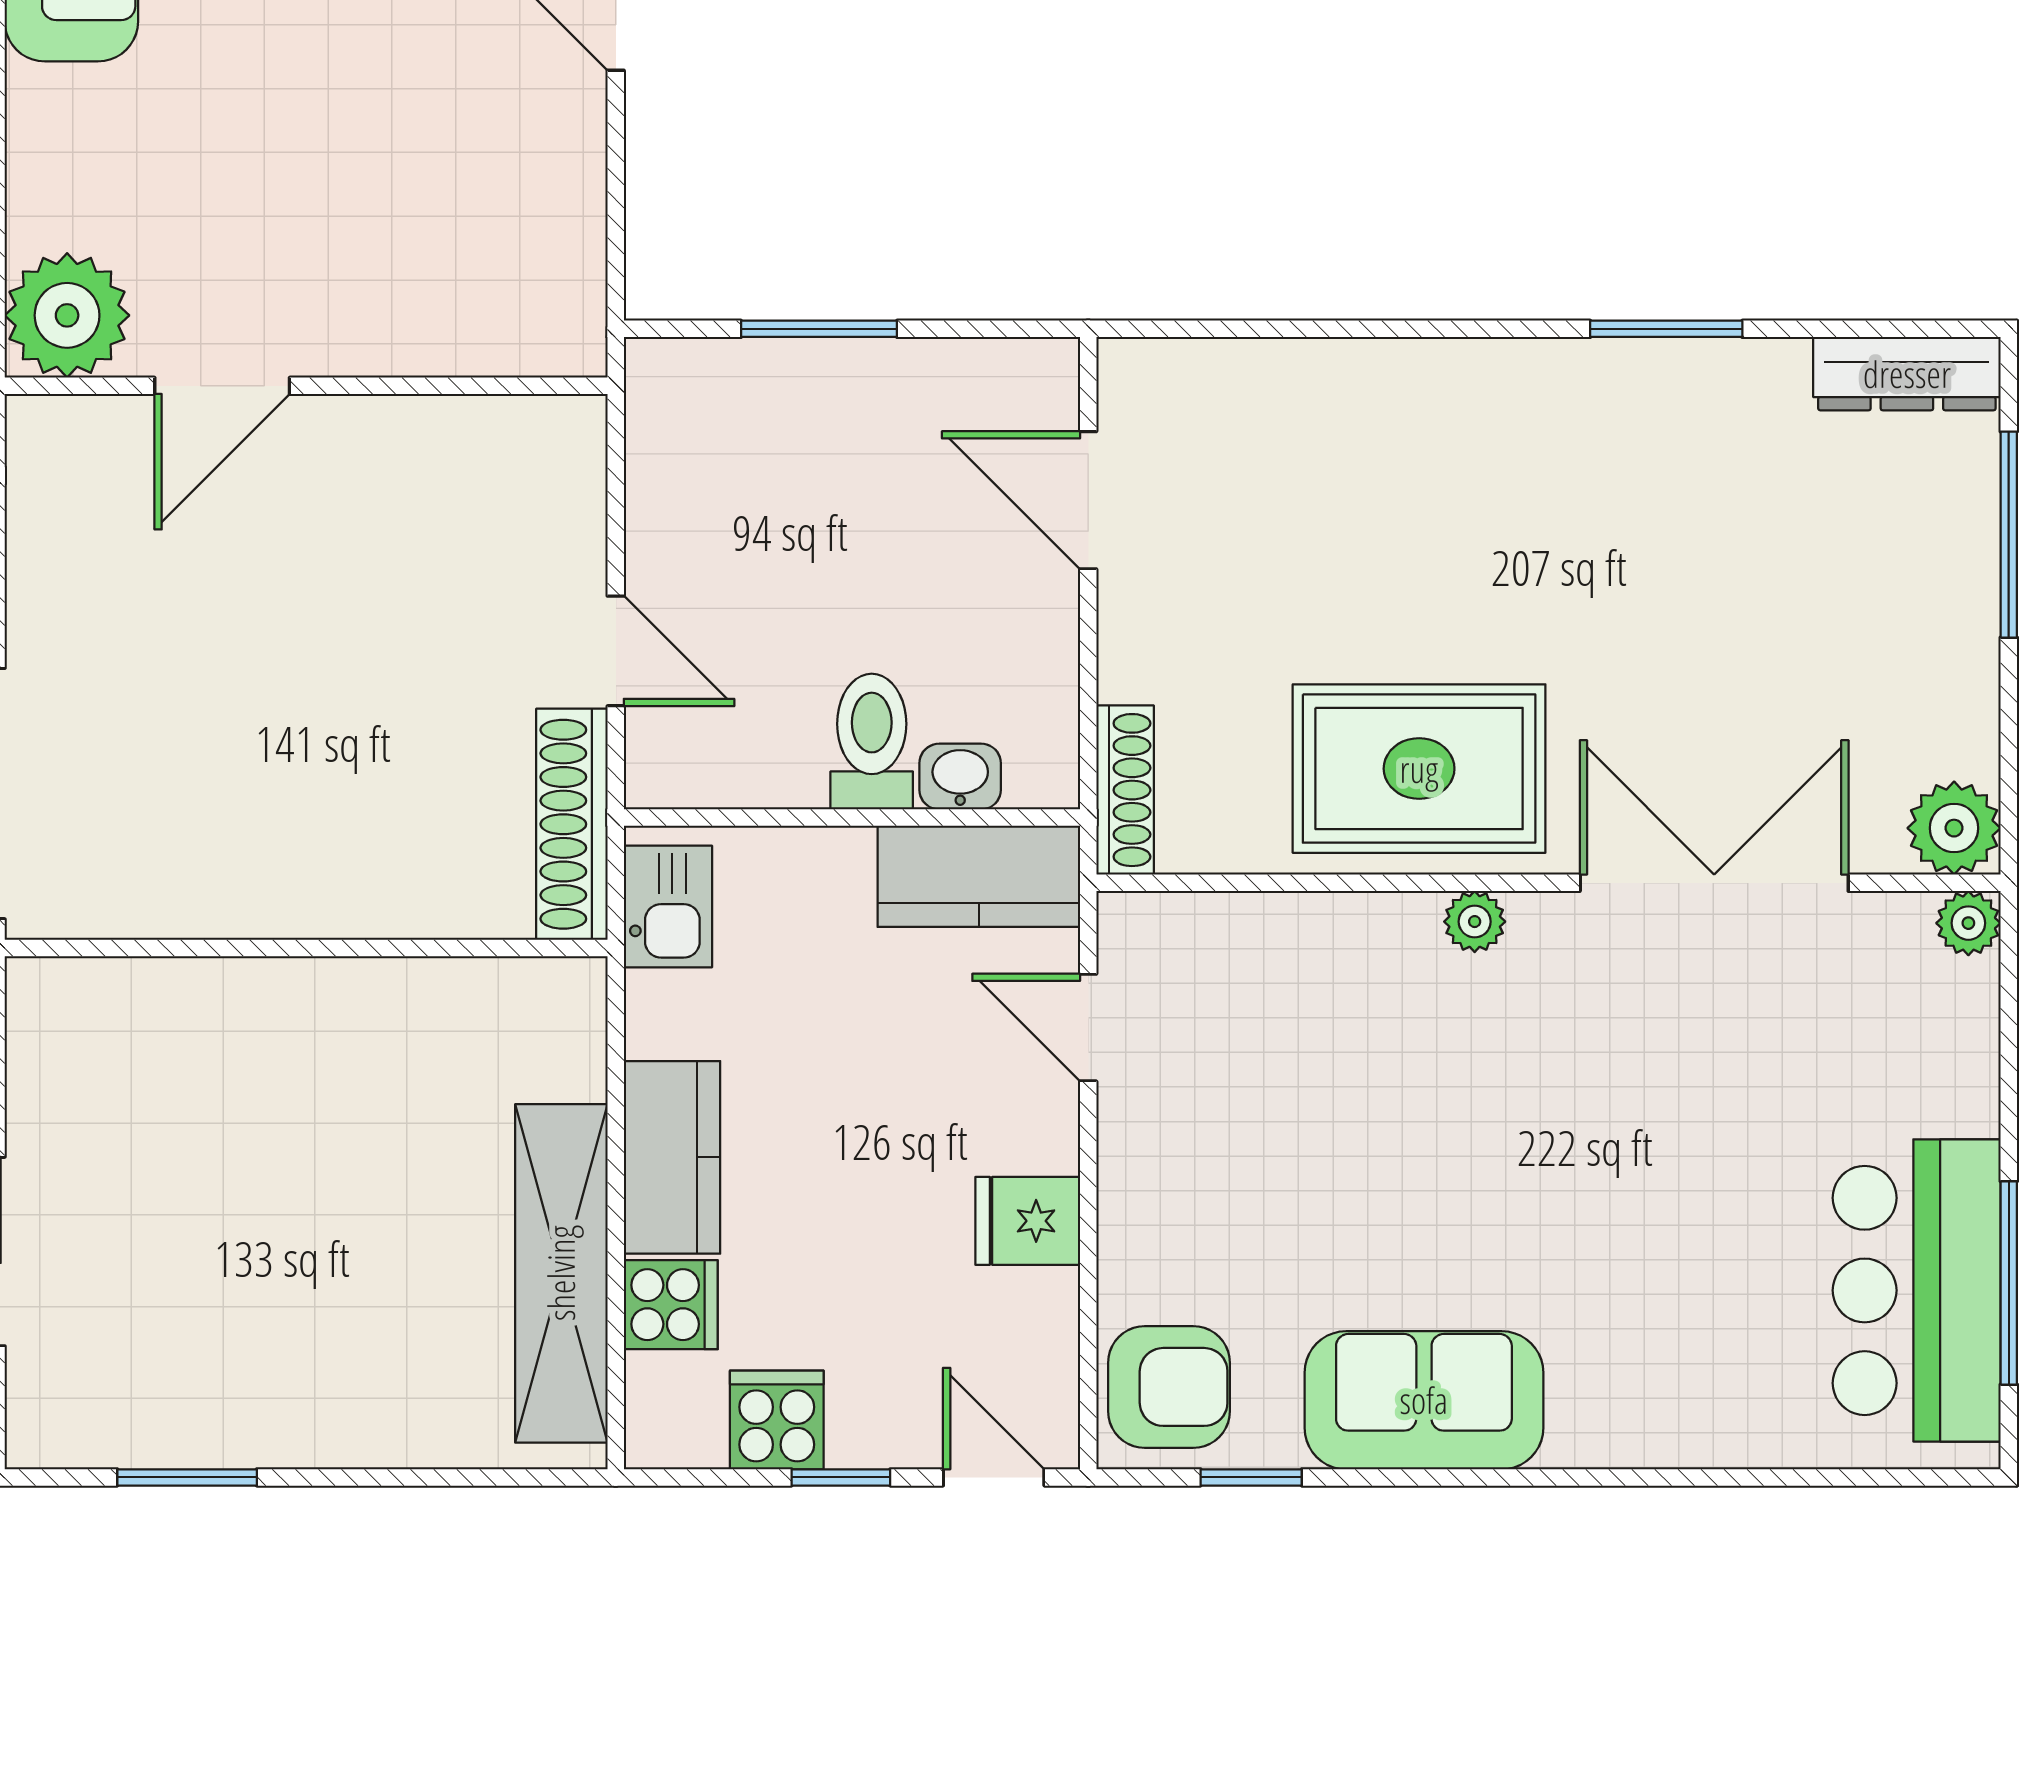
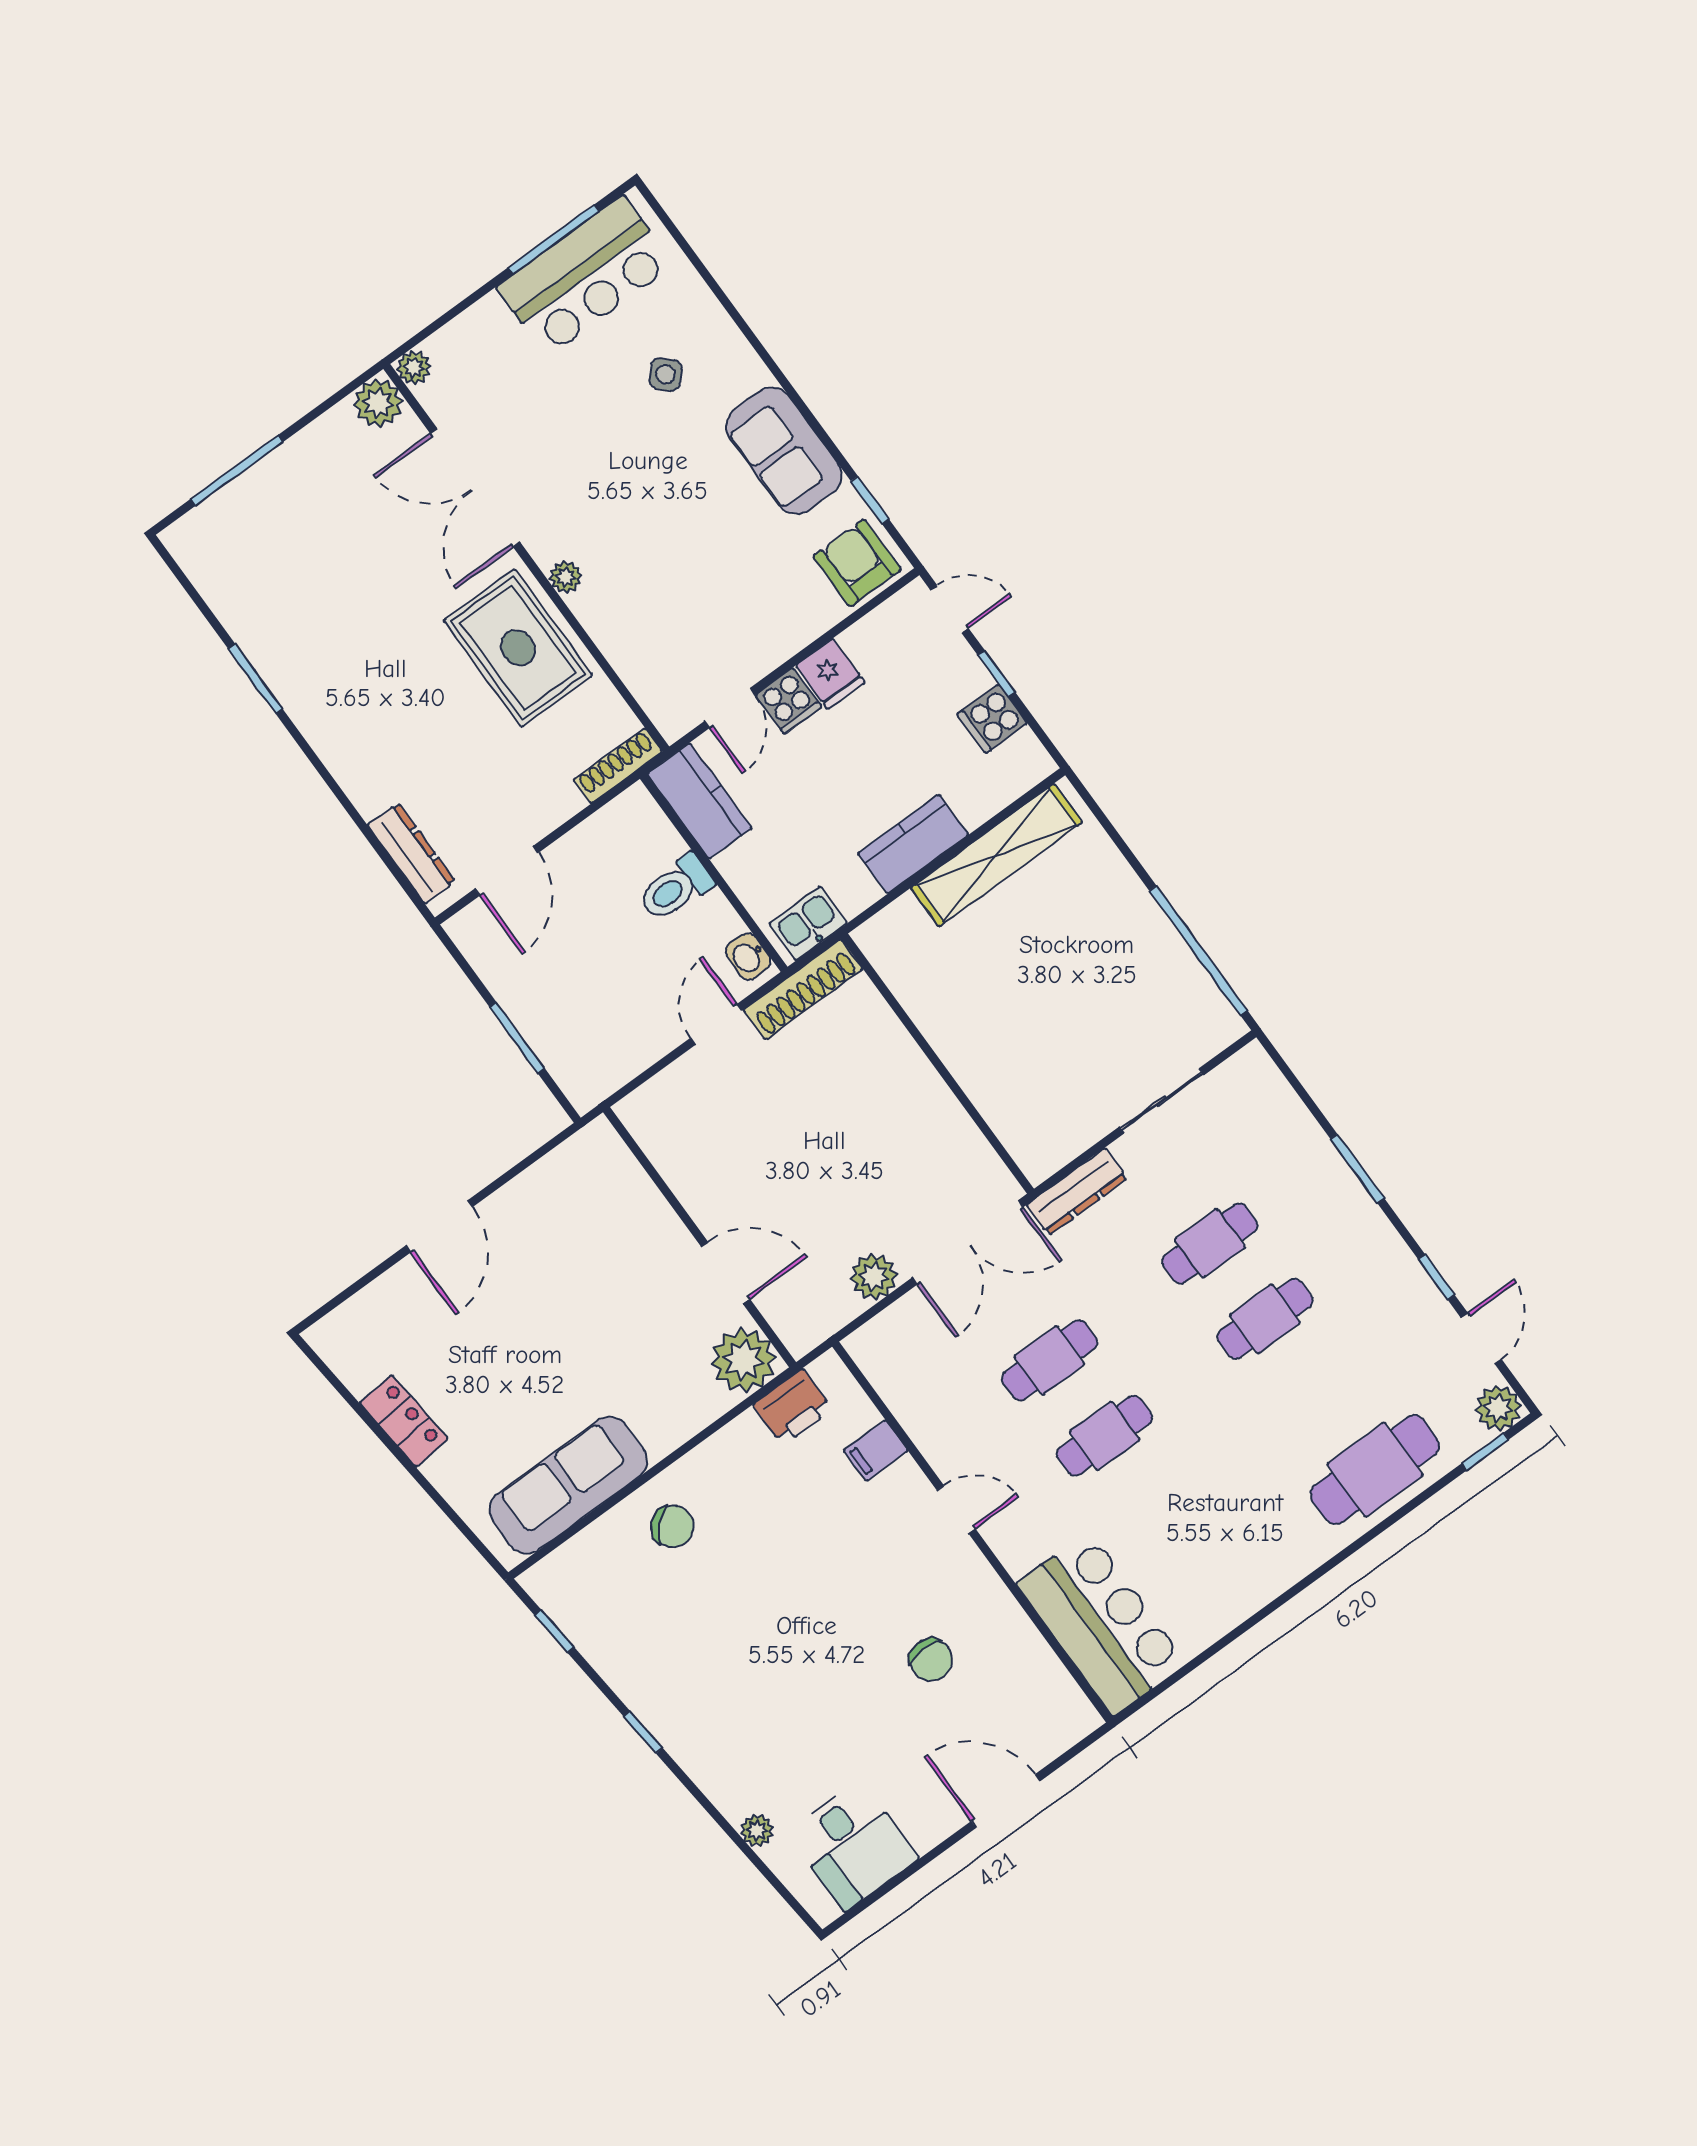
dresser: (1907, 374) -> (412, 853), moved
plant: (49, 610) -> (874, 1277), added
washbasin: (960, 777) -> (748, 956), moved
side table: (1675, 1304) -> (666, 374), added
cooker: (671, 1305) -> (788, 701), moved, turned 180
window: (187, 1477) -> (1198, 951), width x2.11
door: (994, 1477) -> (949, 609), swing flipped

